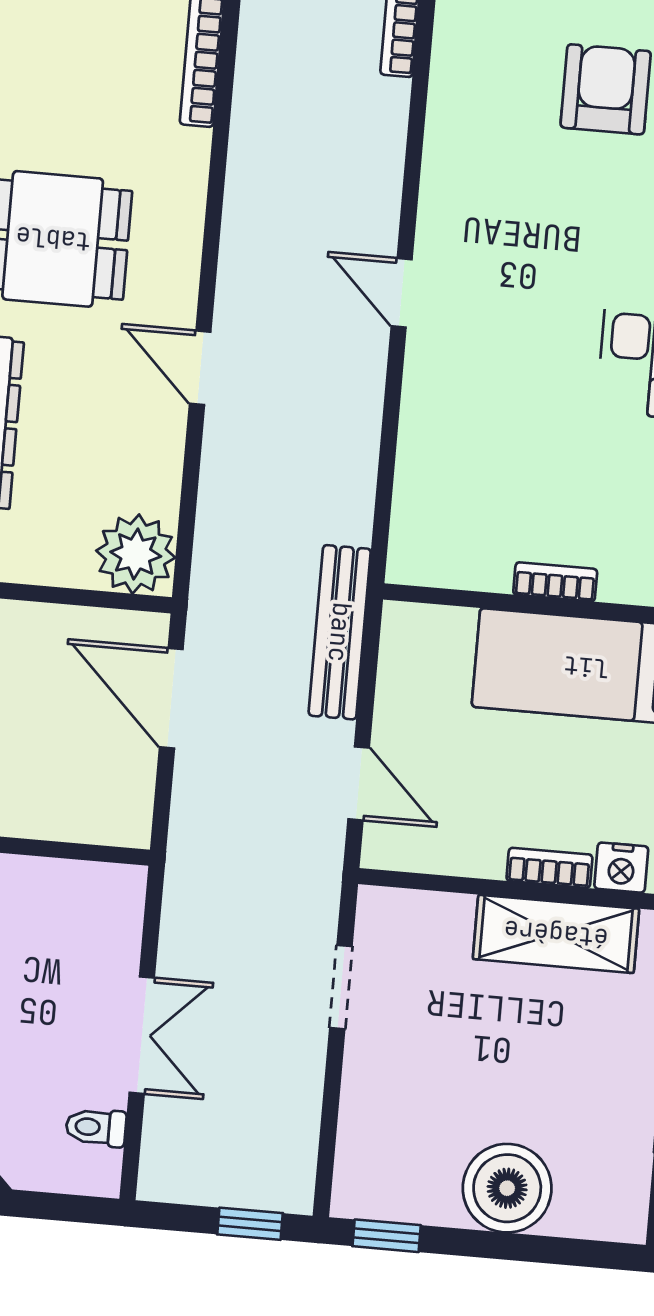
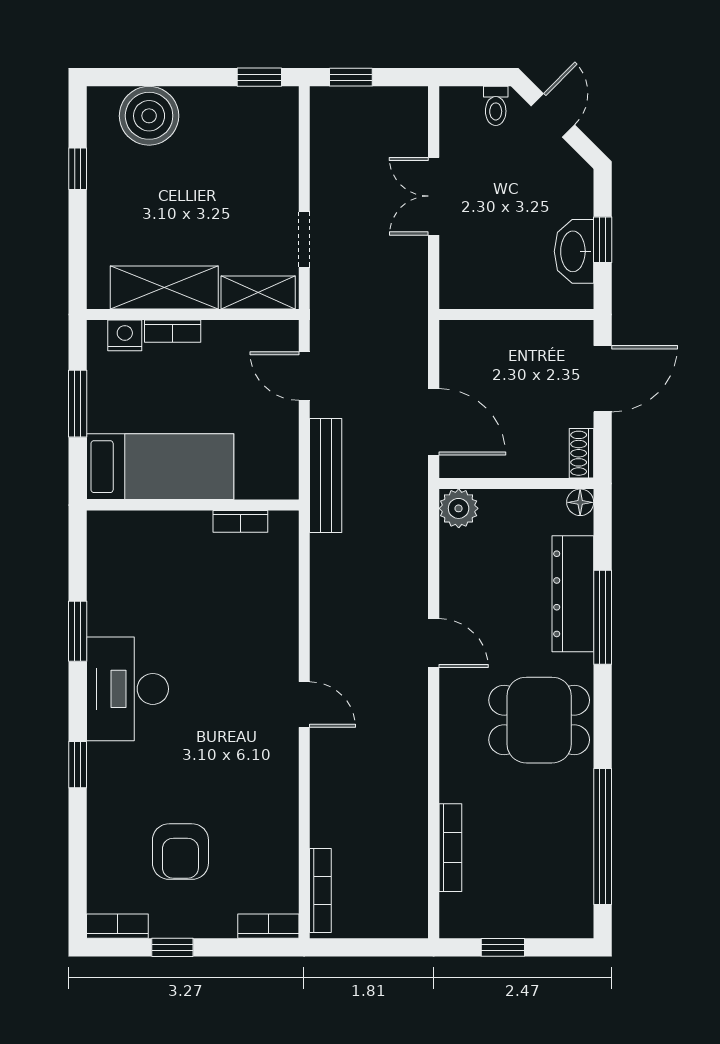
plant: (136, 554) -> (459, 508), width x0.73, depth x0.73
bookcase: (555, 582) -> (240, 521), moved
shelving: (417, 914) -> (258, 292), added
toilet: (96, 1127) -> (496, 106), moved, turned 90
boiler: (507, 1188) -> (149, 116), moved

